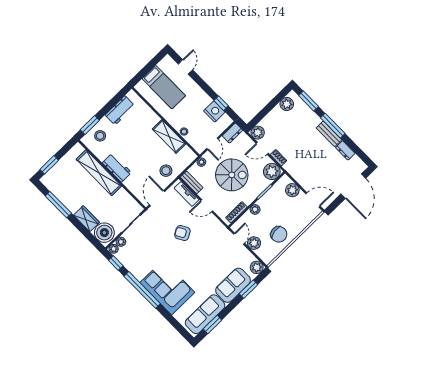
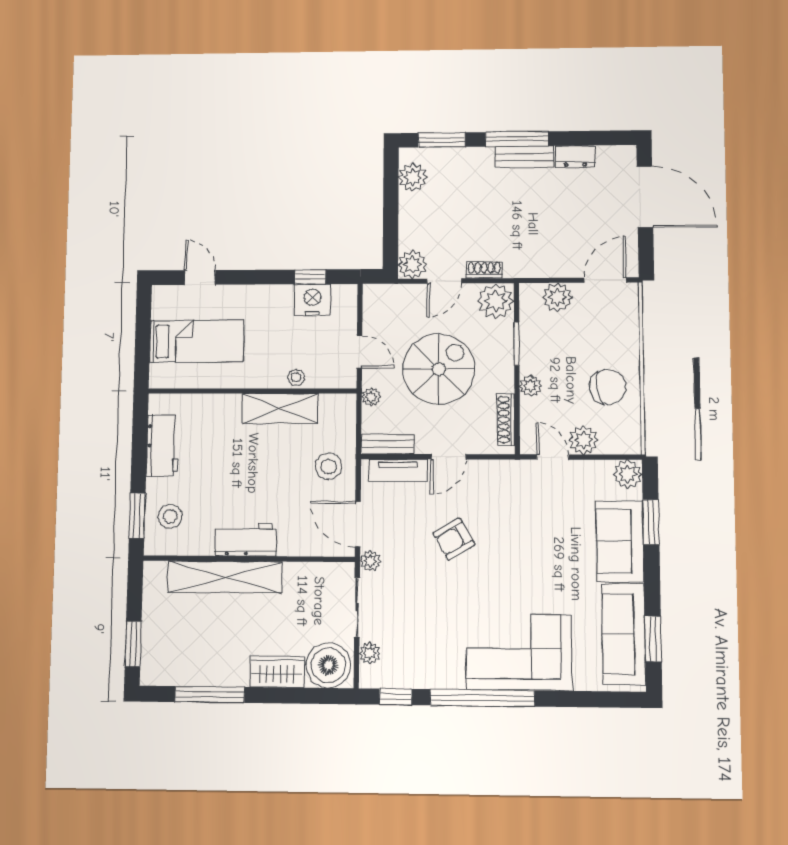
dresser: (232, 133) -> (374, 304), removed
plant: (114, 249) -> (370, 561), moved

